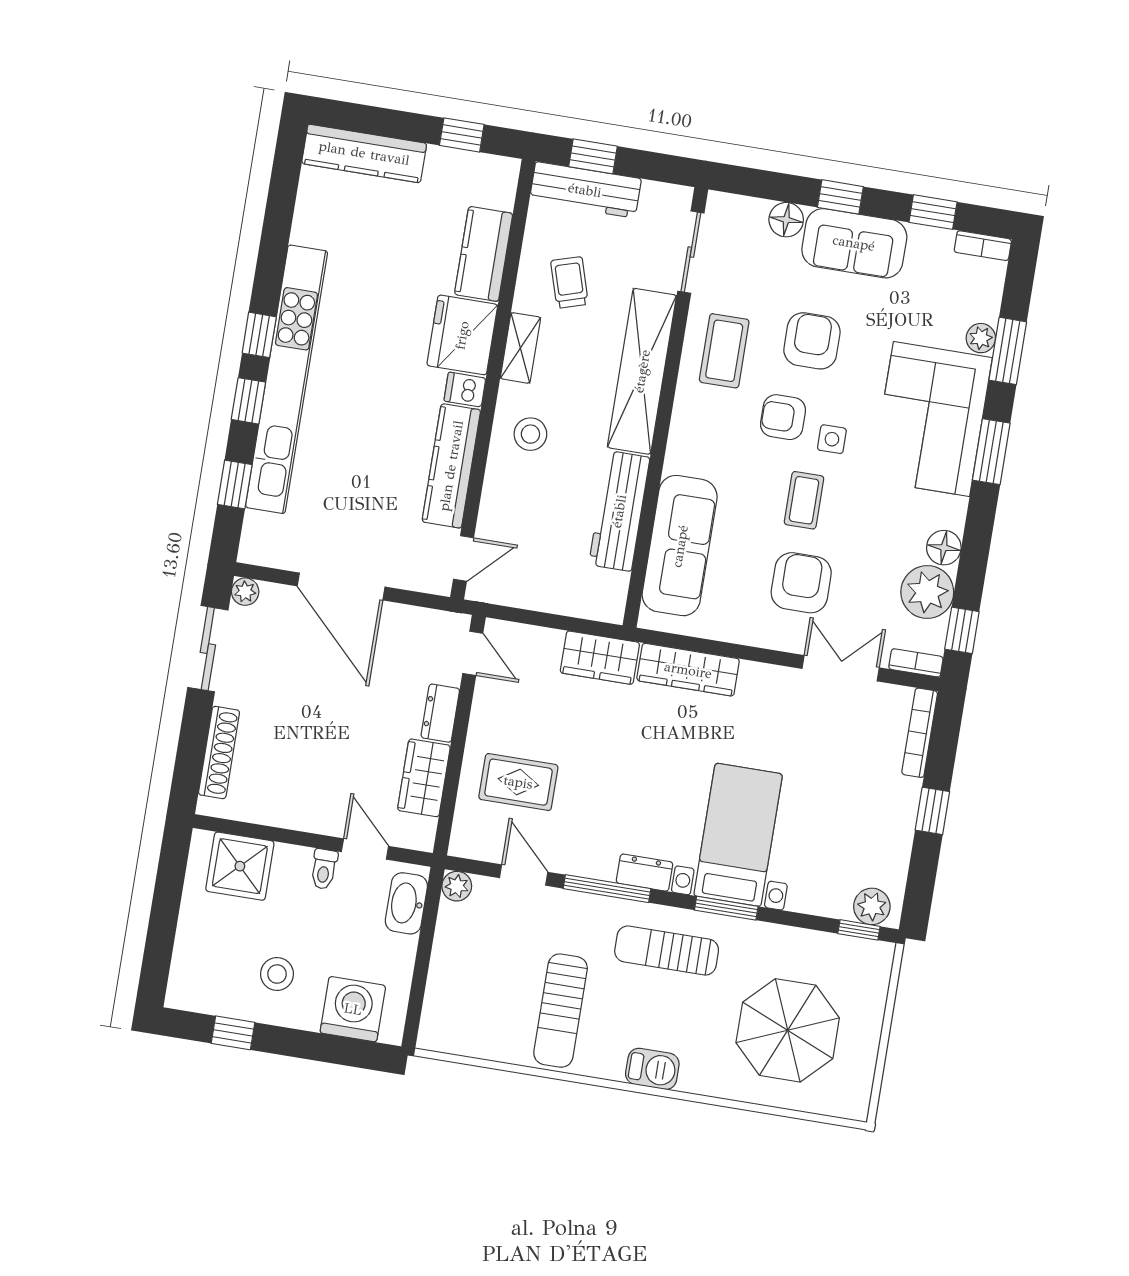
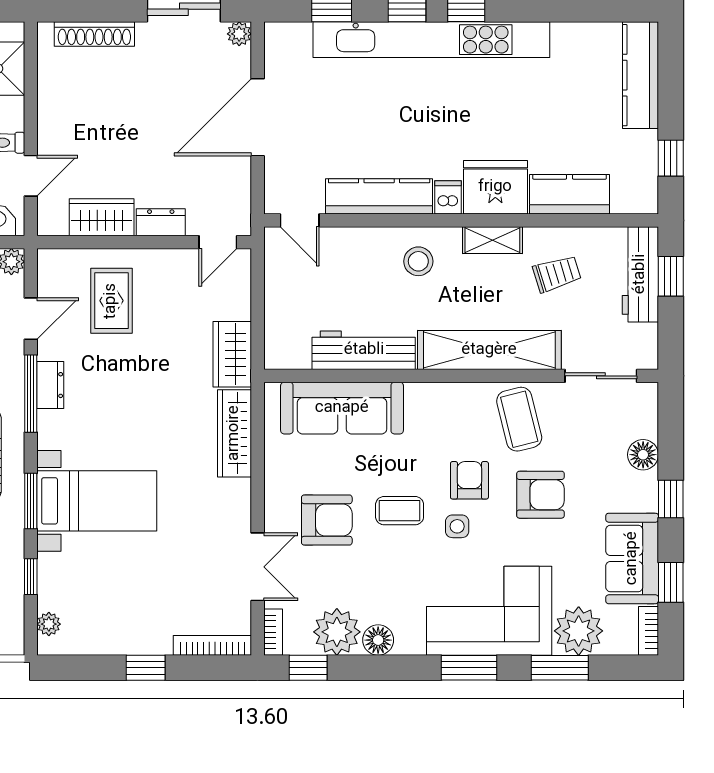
sofa: (854, 243) -> (632, 558), moved
plant: (981, 338) -> (579, 631), width x1.88, depth x1.88
coffee table: (724, 351) -> (519, 419), turned 76
dresser: (645, 873) -> (50, 385), moved
plant: (872, 906) -> (49, 624), width x0.73, depth x0.73
window: (859, 930) -> (31, 577), moved

